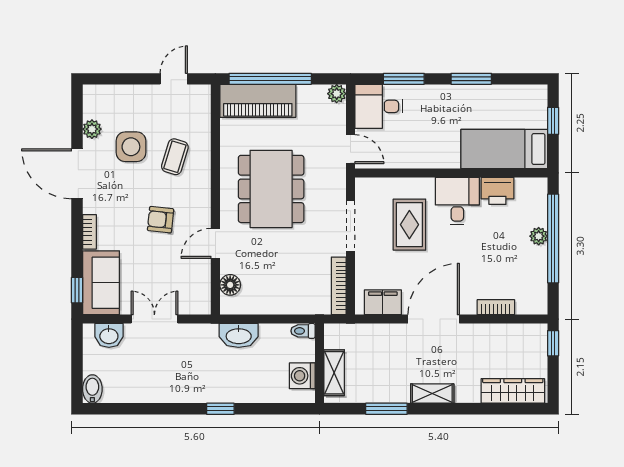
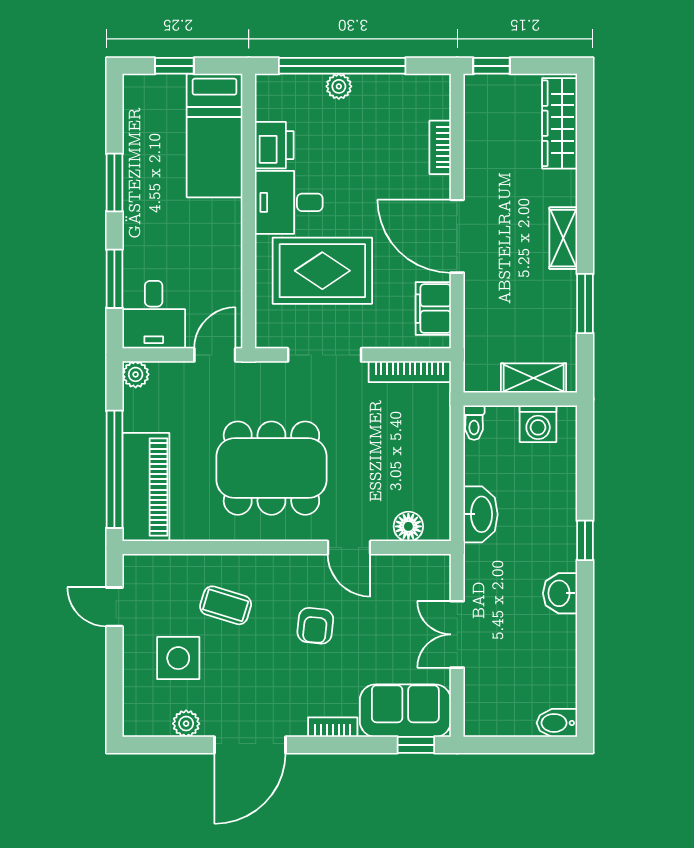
side table: (131, 147) -> (178, 658), moved
rug: (409, 225) -> (322, 271), width x1.36, depth x1.43
washbasin: (109, 335) -> (560, 593), moved, turned 180

